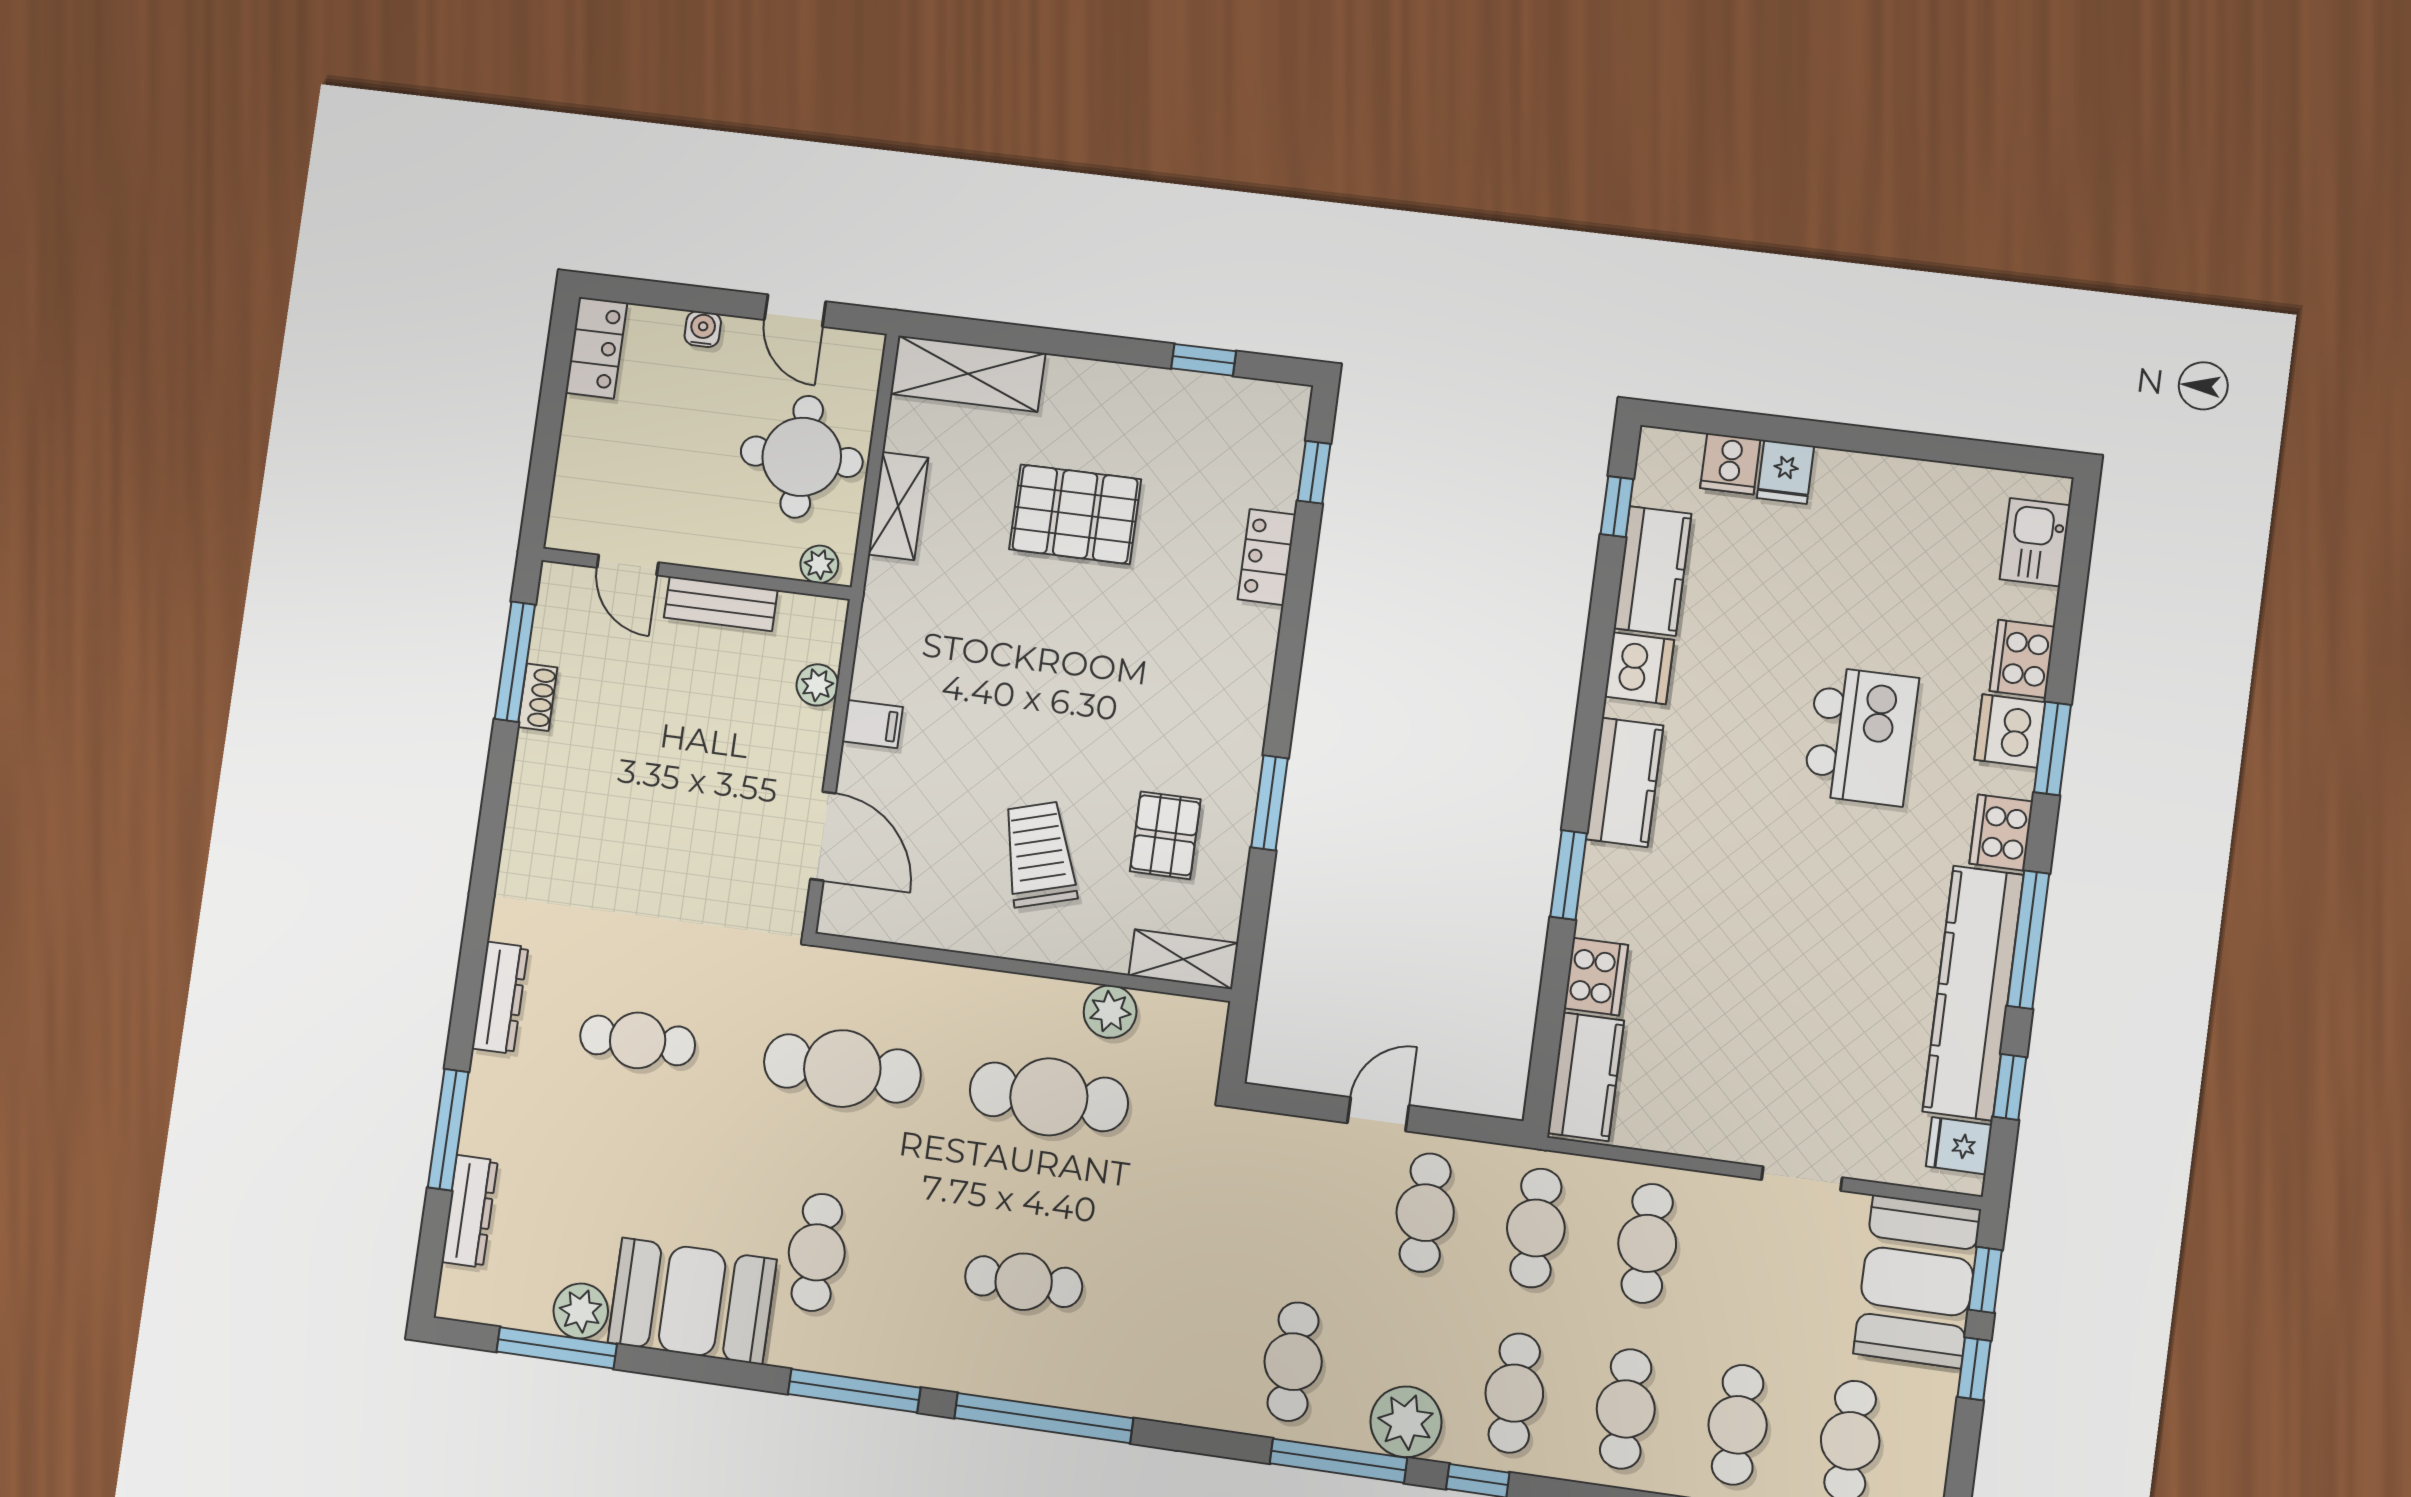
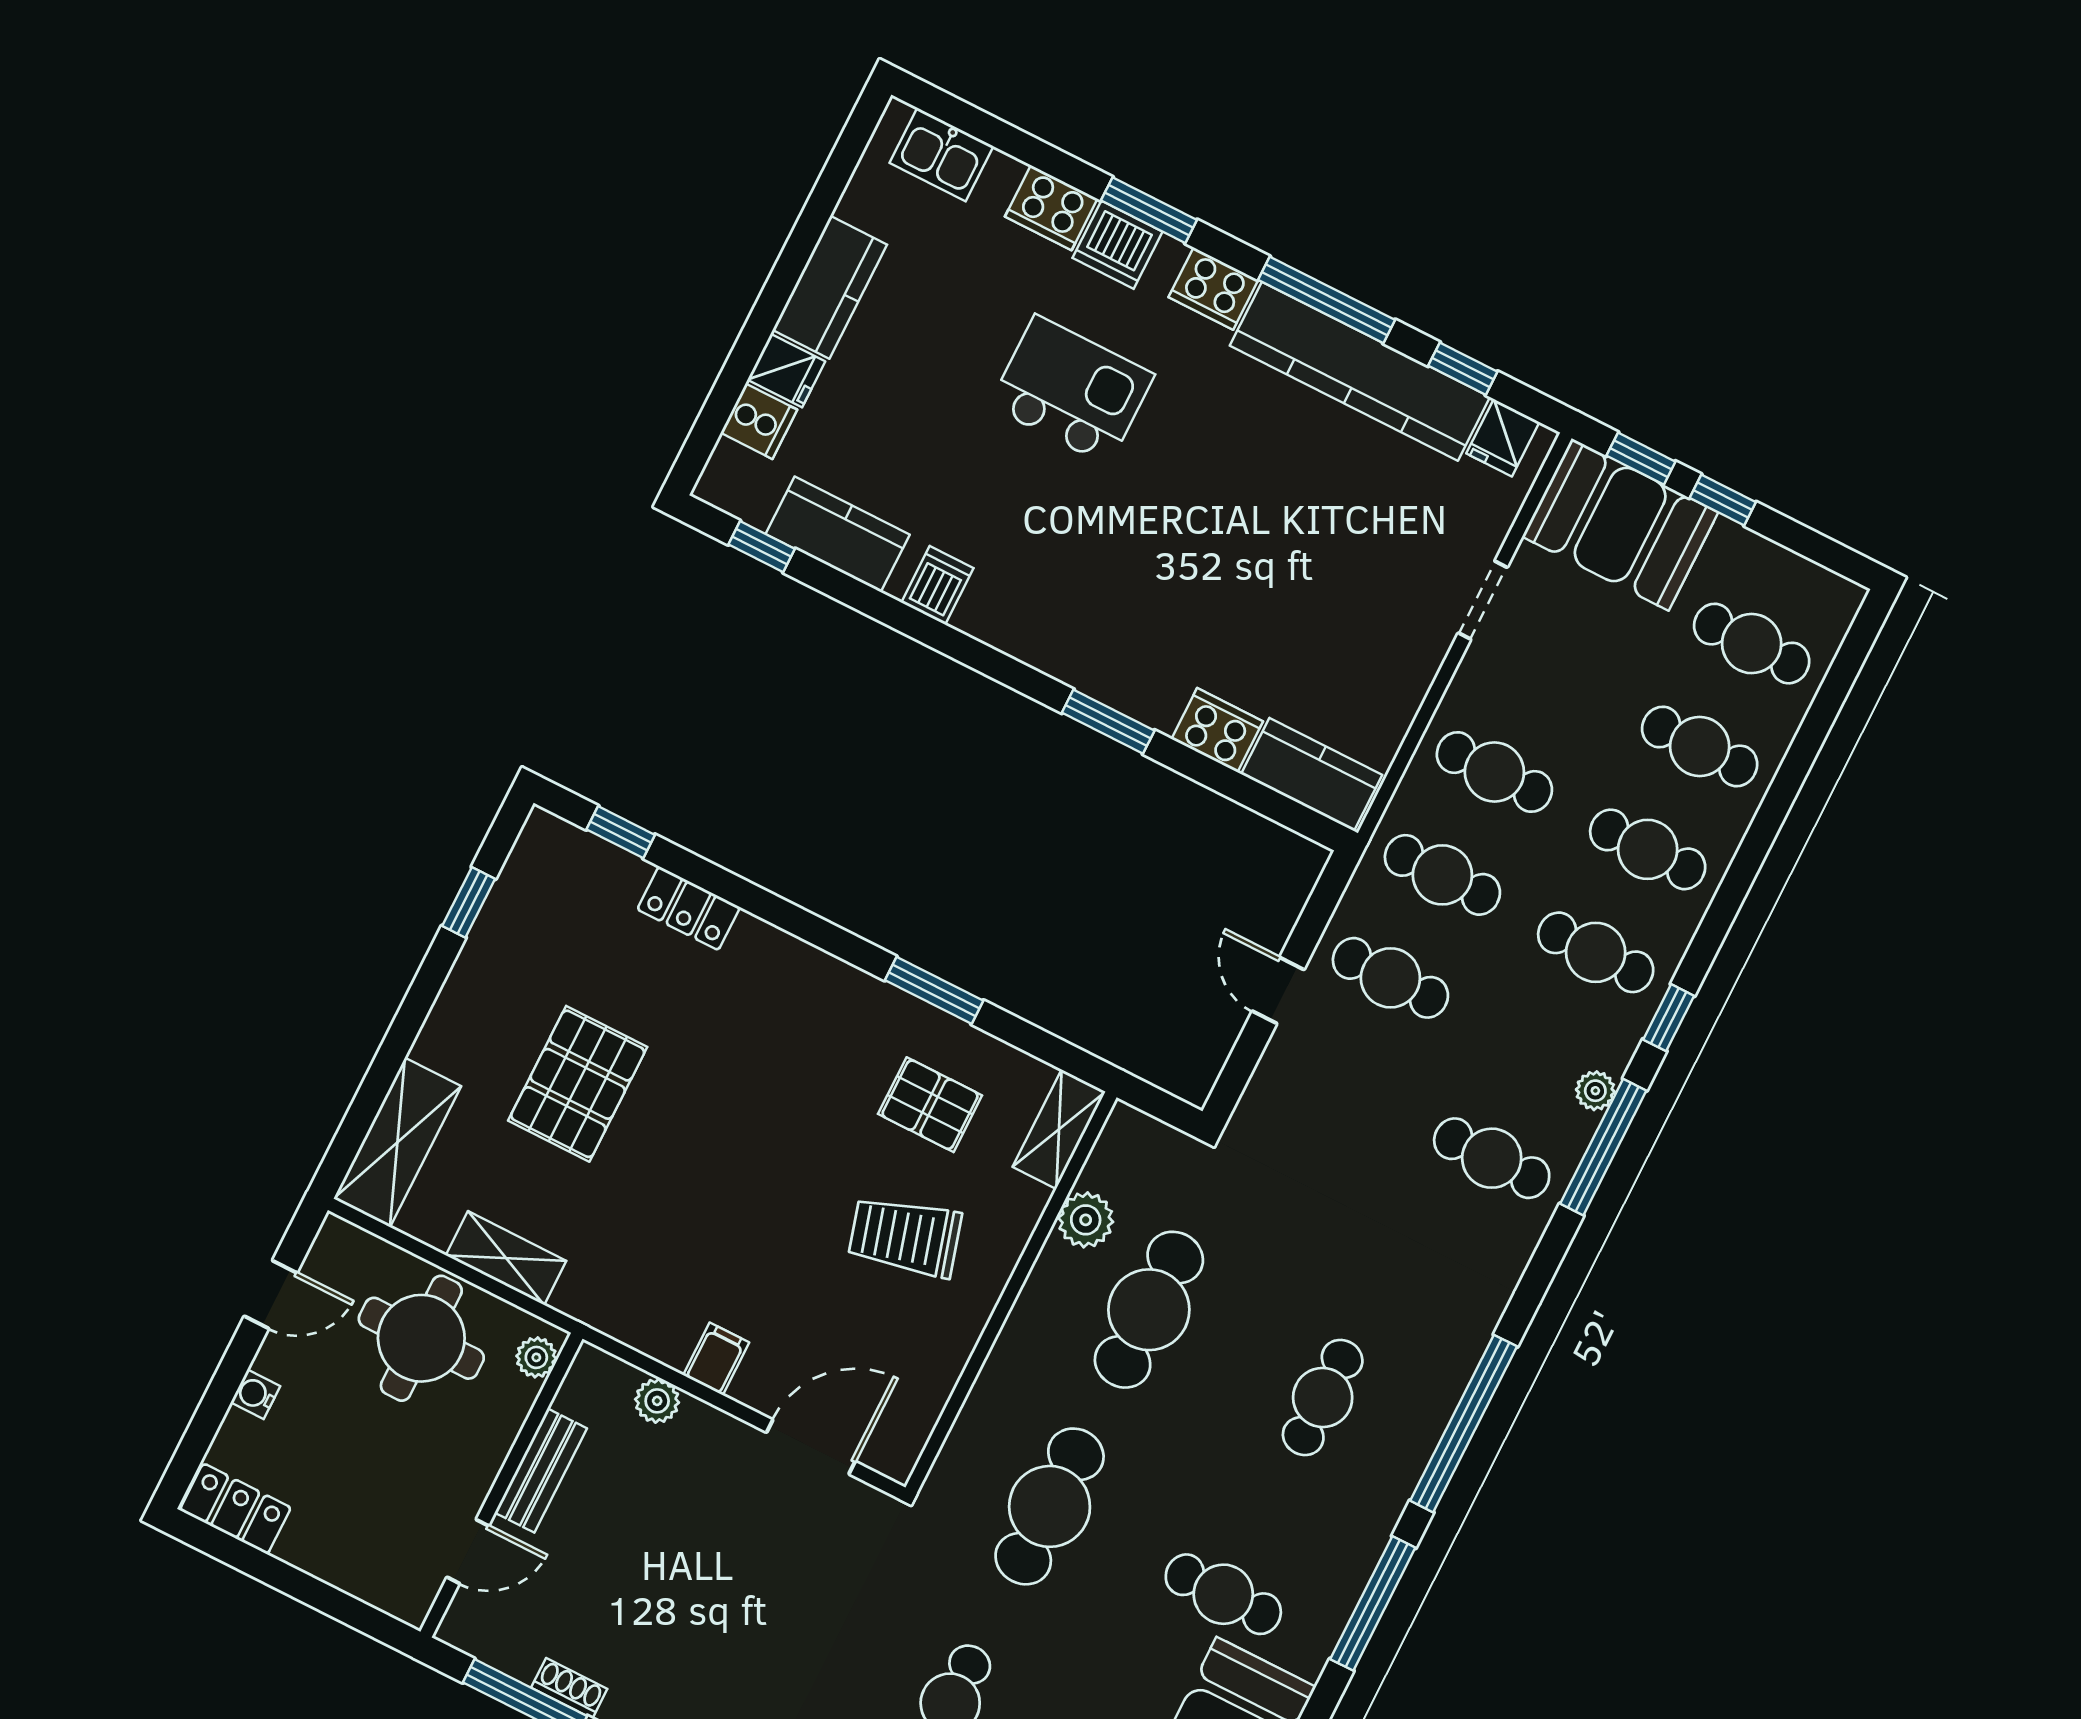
dishwasher: (1639, 668) -> (937, 585), width x0.73
kitchen counter: (1625, 782) -> (830, 287), moved, turned 90
plant: (1406, 1422) -> (1595, 1091), width x0.53, depth x0.53

